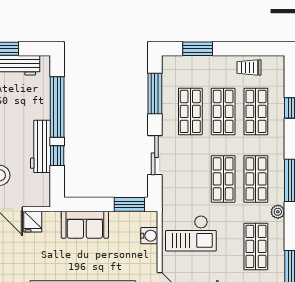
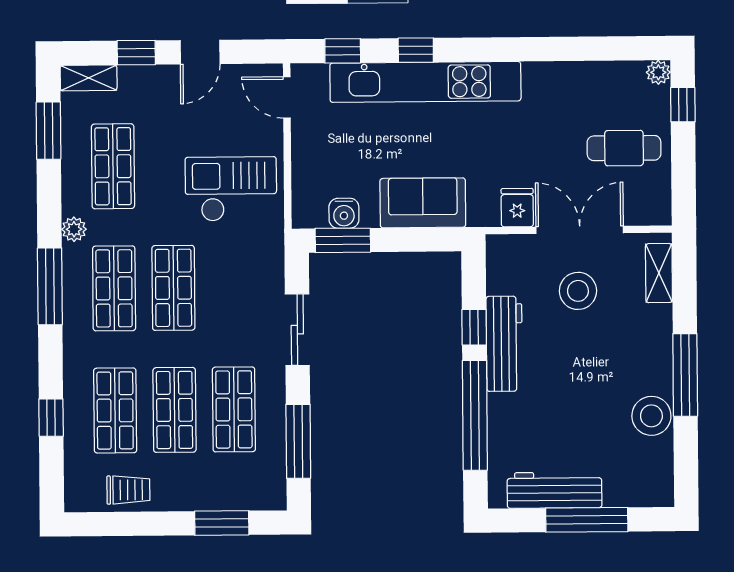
water cooler: (149, 236) -> (344, 213), moved, turned -90

